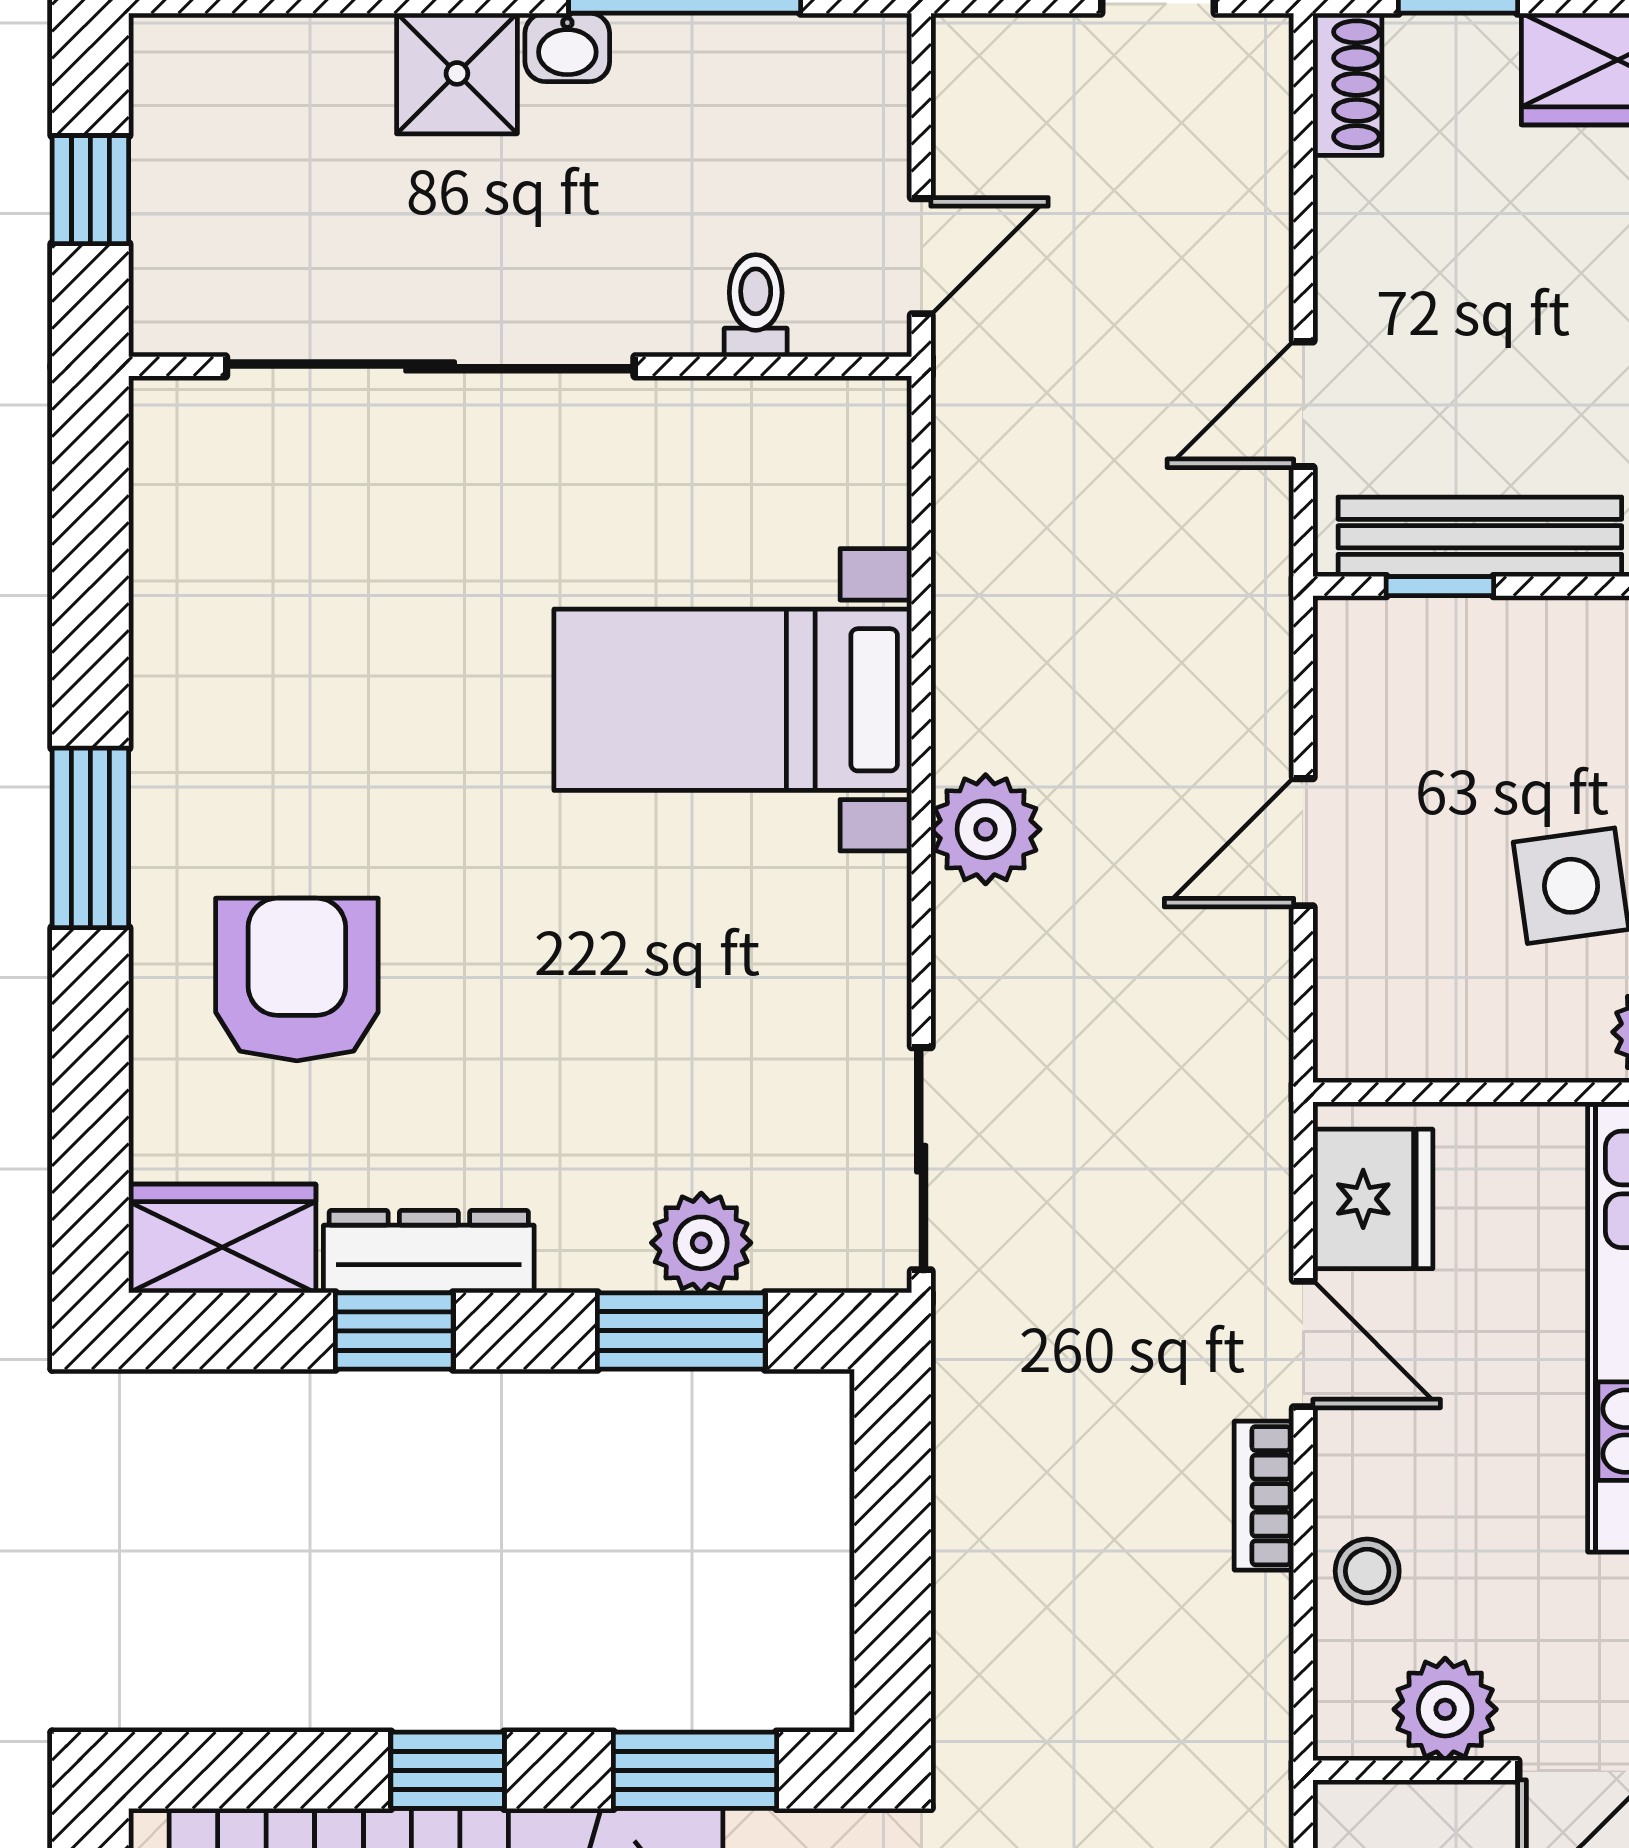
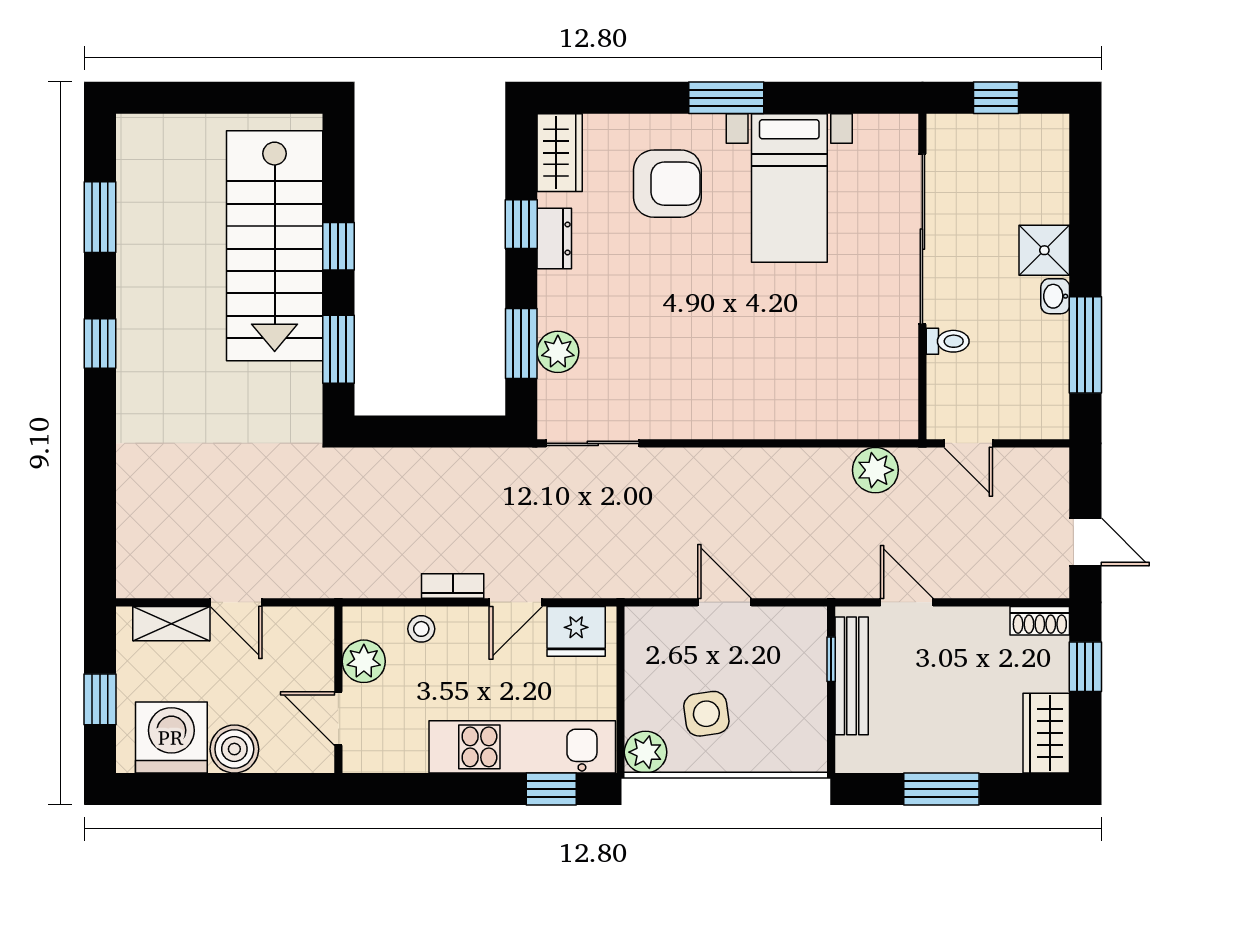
toilet: (756, 306) -> (948, 341), moved
bed with nightstands: (733, 700) -> (789, 188), moved, turned 180
plant: (986, 829) -> (875, 470), moved
dresser: (429, 1252) -> (554, 239), width x0.70

